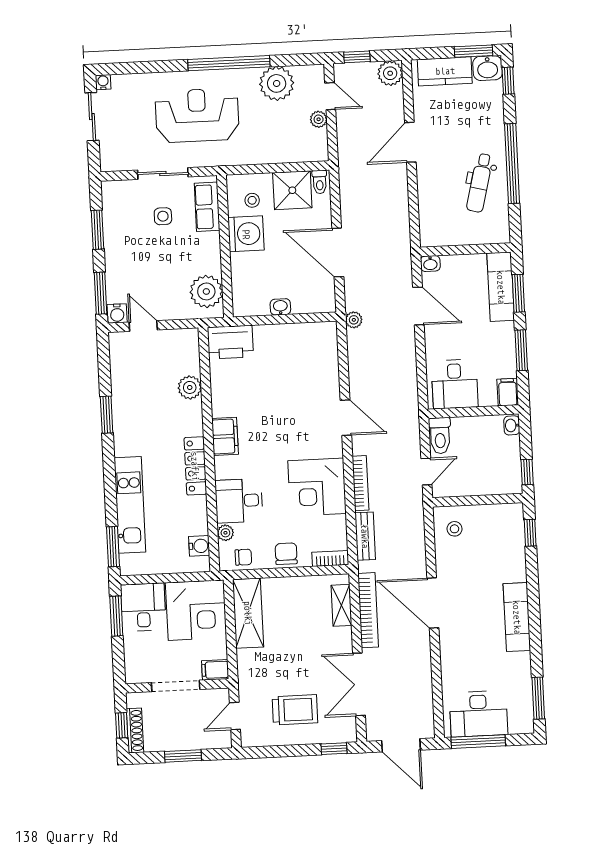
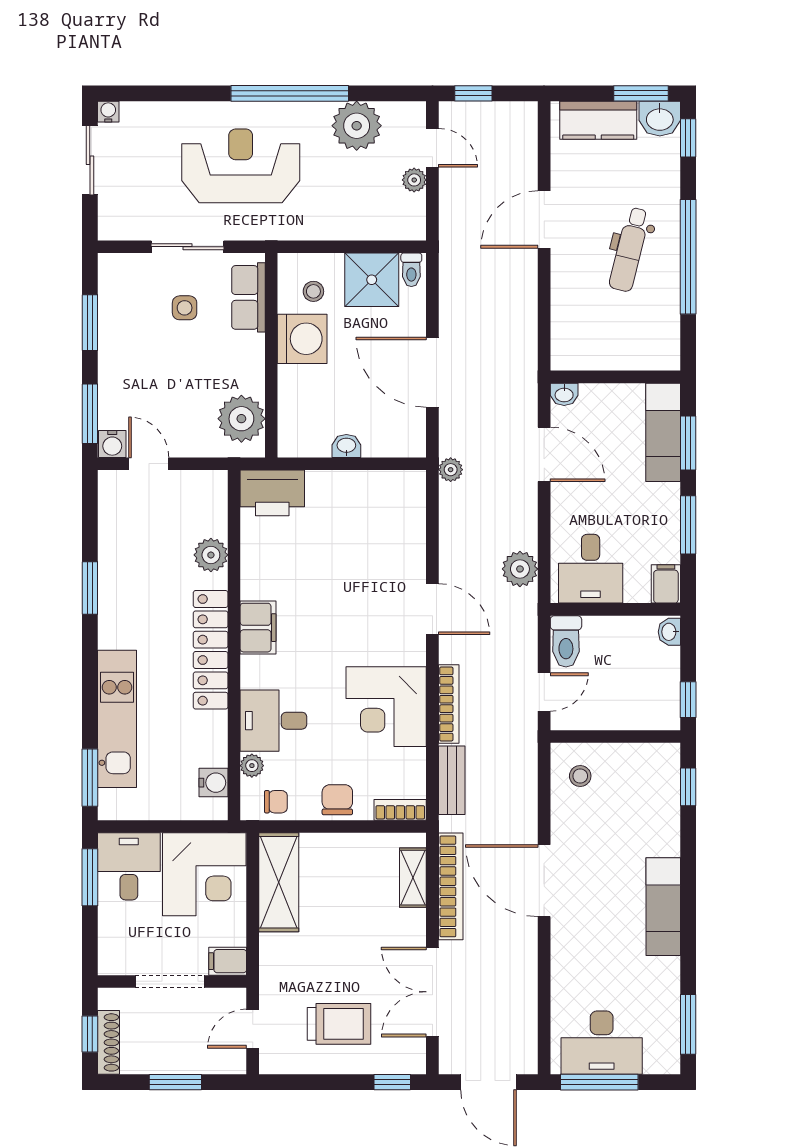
plant: (390, 73) -> (520, 569), moved
dental chair: (480, 183) -> (629, 250), moved
locker: (195, 466) -> (211, 650), width x1.41, depth x1.21

